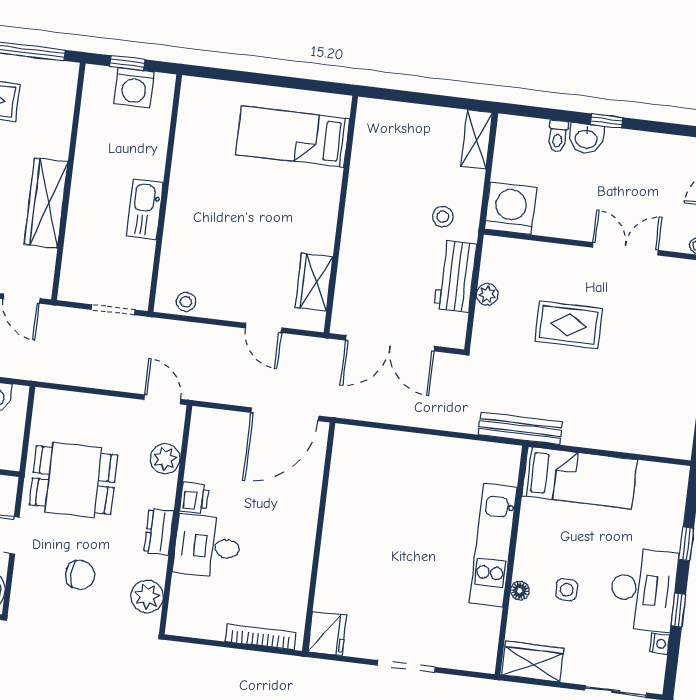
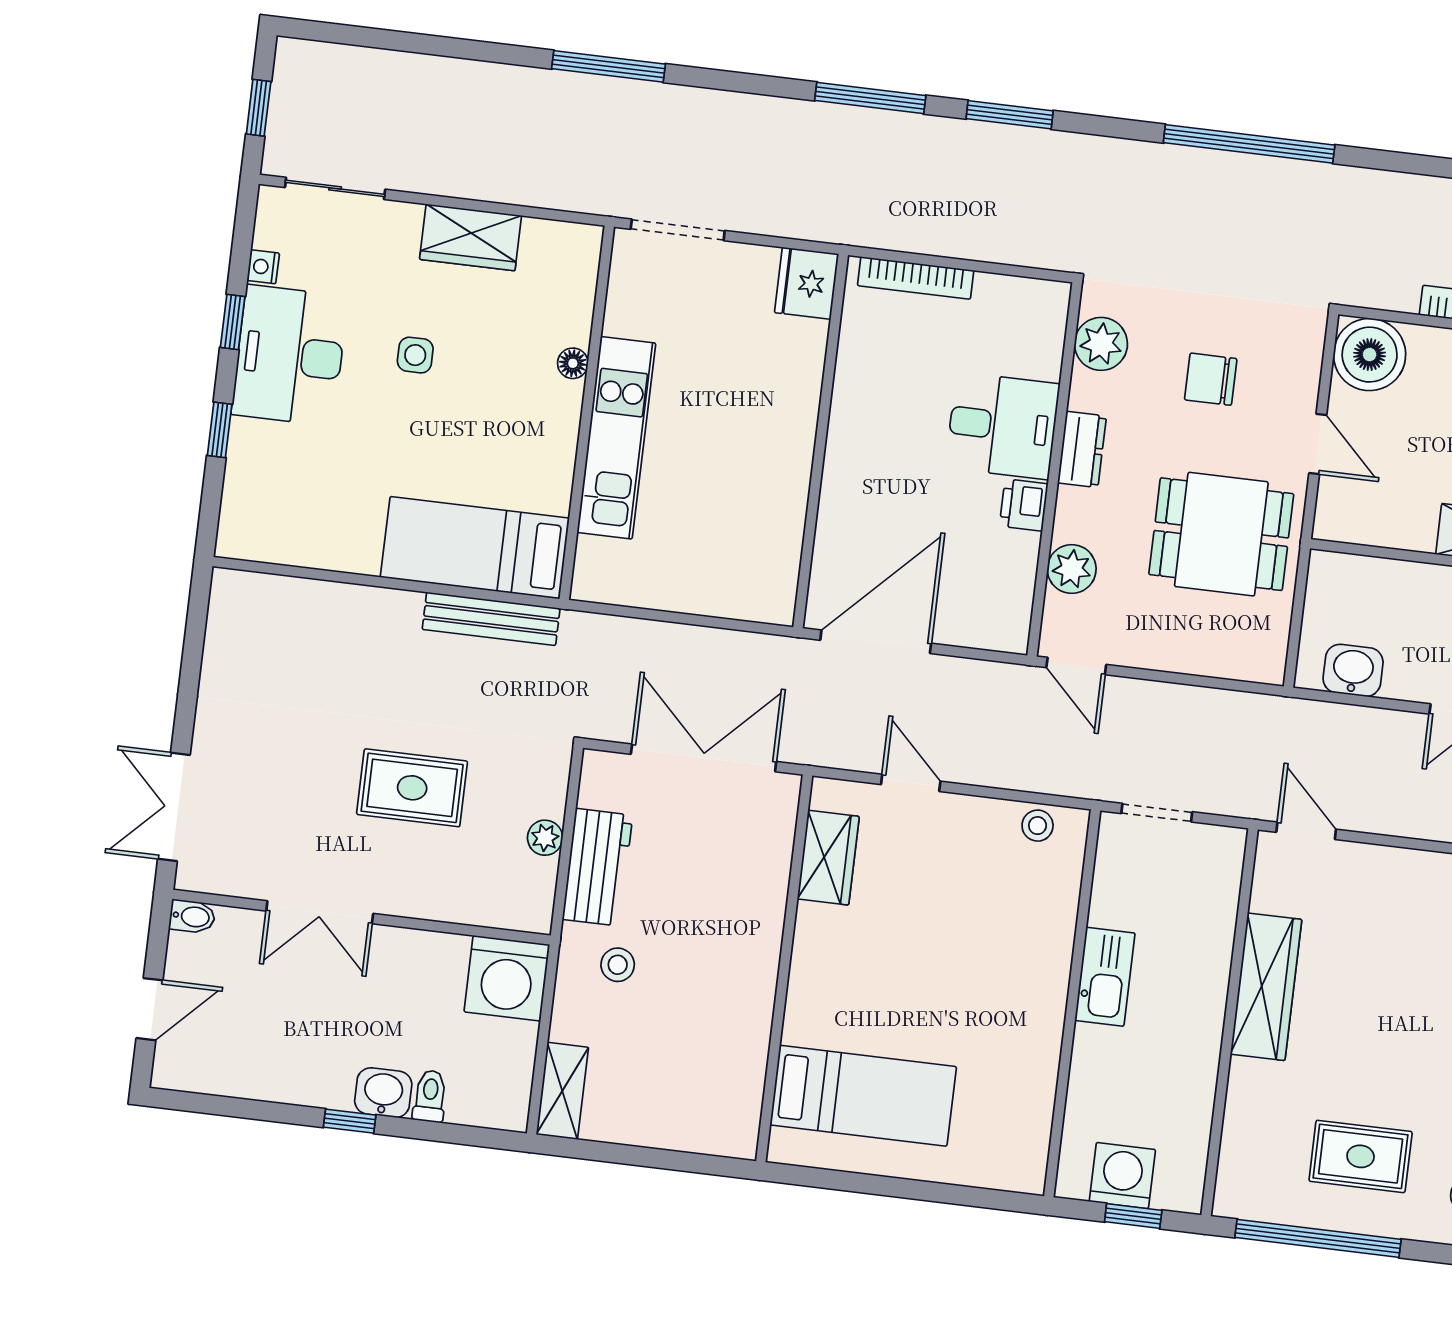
bed: (580, 478) -> (475, 548), moved
kitchen unit: (493, 545) -> (616, 438), moved
wall: (511, 560) -> (587, 413), moved
floor lamp: (520, 591) -> (573, 363), moved

